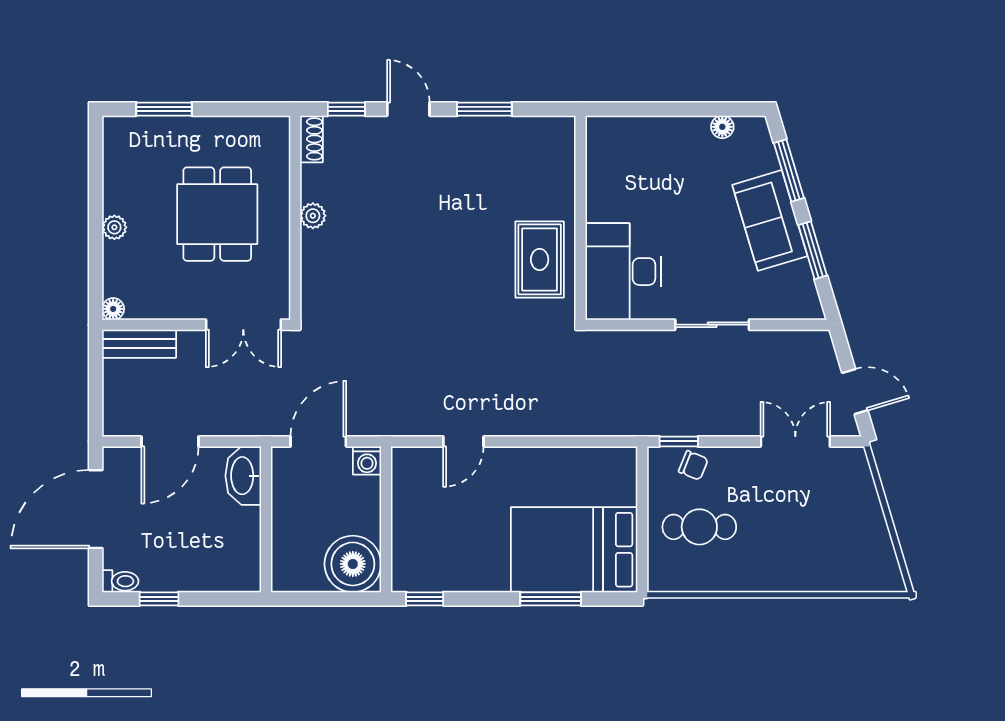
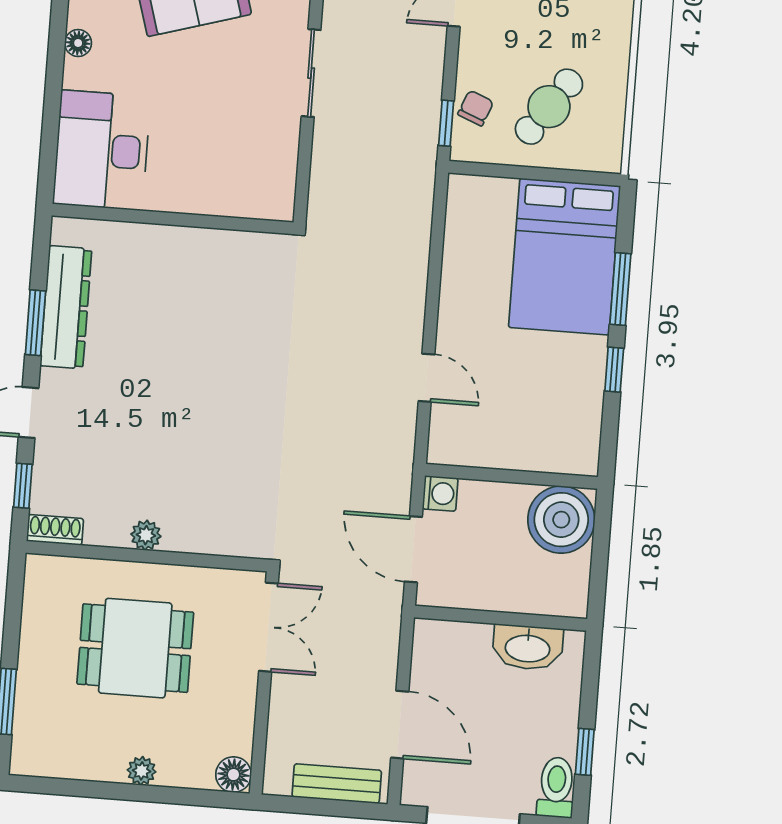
dresser: (499, 134) -> (66, 307), added
rug: (540, 259) -> (218, 271), removed
desk: (623, 272) -> (102, 150), moved, turned 90
floor lamp: (113, 309) -> (234, 775), width x1.37, depth x1.37
bench: (139, 344) -> (337, 784), moved, turned 90
washbasin: (243, 476) -> (528, 647), moved
cafe table: (699, 527) -> (549, 107), turned 35
toilet: (120, 581) -> (556, 787), width x1.37, depth x1.39
window: (425, 599) -> (614, 370), moved

